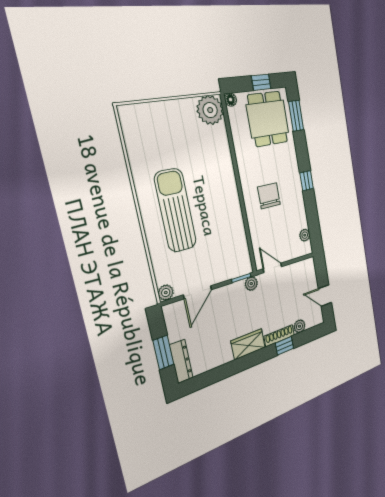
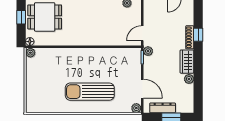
plant: (210, 110) -> (30, 53), width x0.53, depth x0.53
chair: (269, 196) -> (94, 26), removed
plant: (299, 326) -> (189, 79), moved
dresser: (181, 361) -> (163, 108), moved

